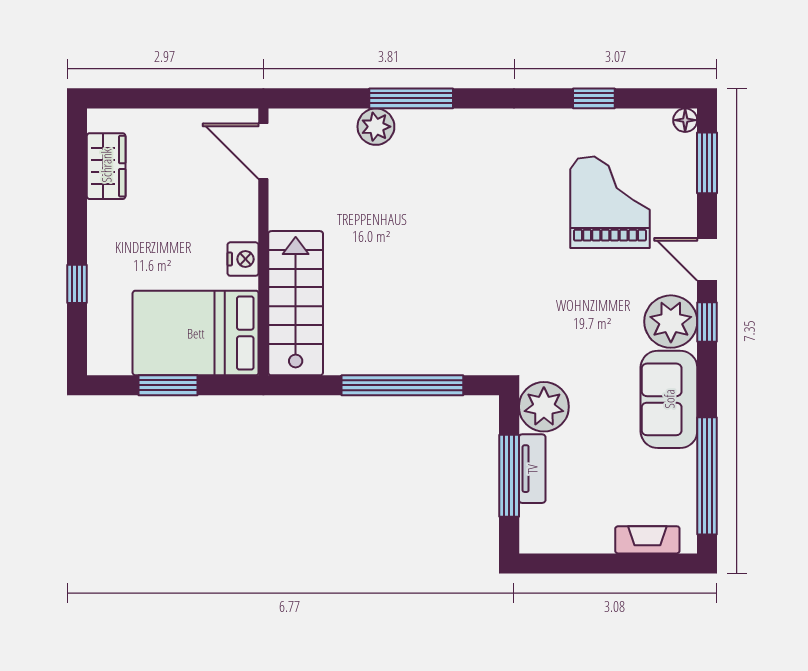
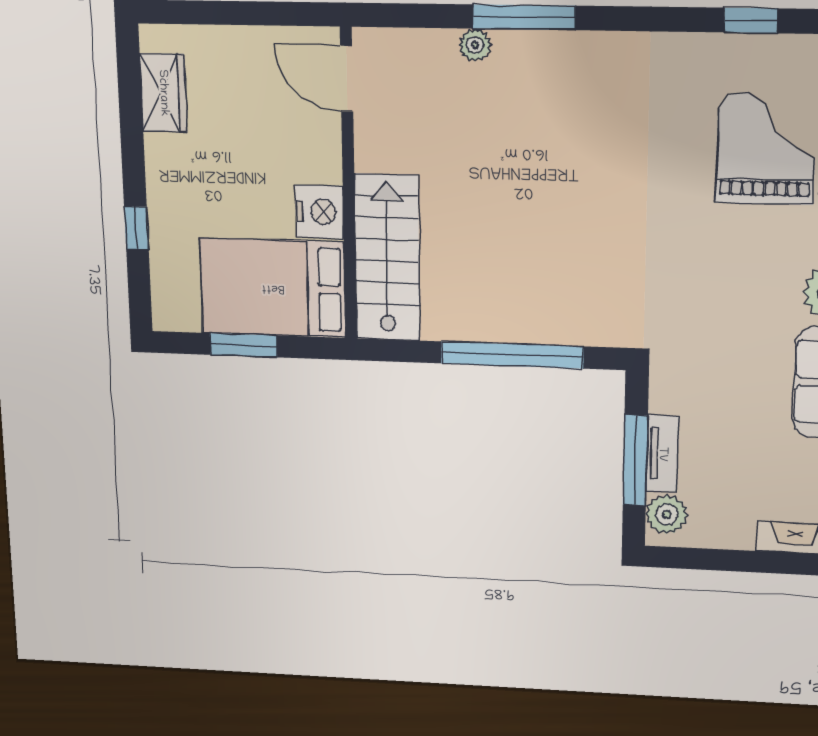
plant: (376, 127) -> (475, 45), width x0.73, depth x0.73
nightstand: (243, 259) -> (320, 212), width x1.36, depth x1.33
plant: (544, 407) -> (667, 514), moved, width x0.73, depth x0.73

